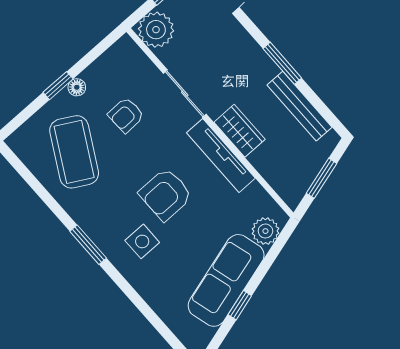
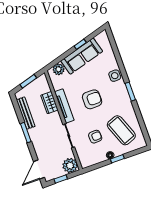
wardrobe: (240, 131) -> (49, 103), moved
coffee table: (74, 152) -> (121, 130), turned -50
side table: (142, 241) -> (115, 76), moved

